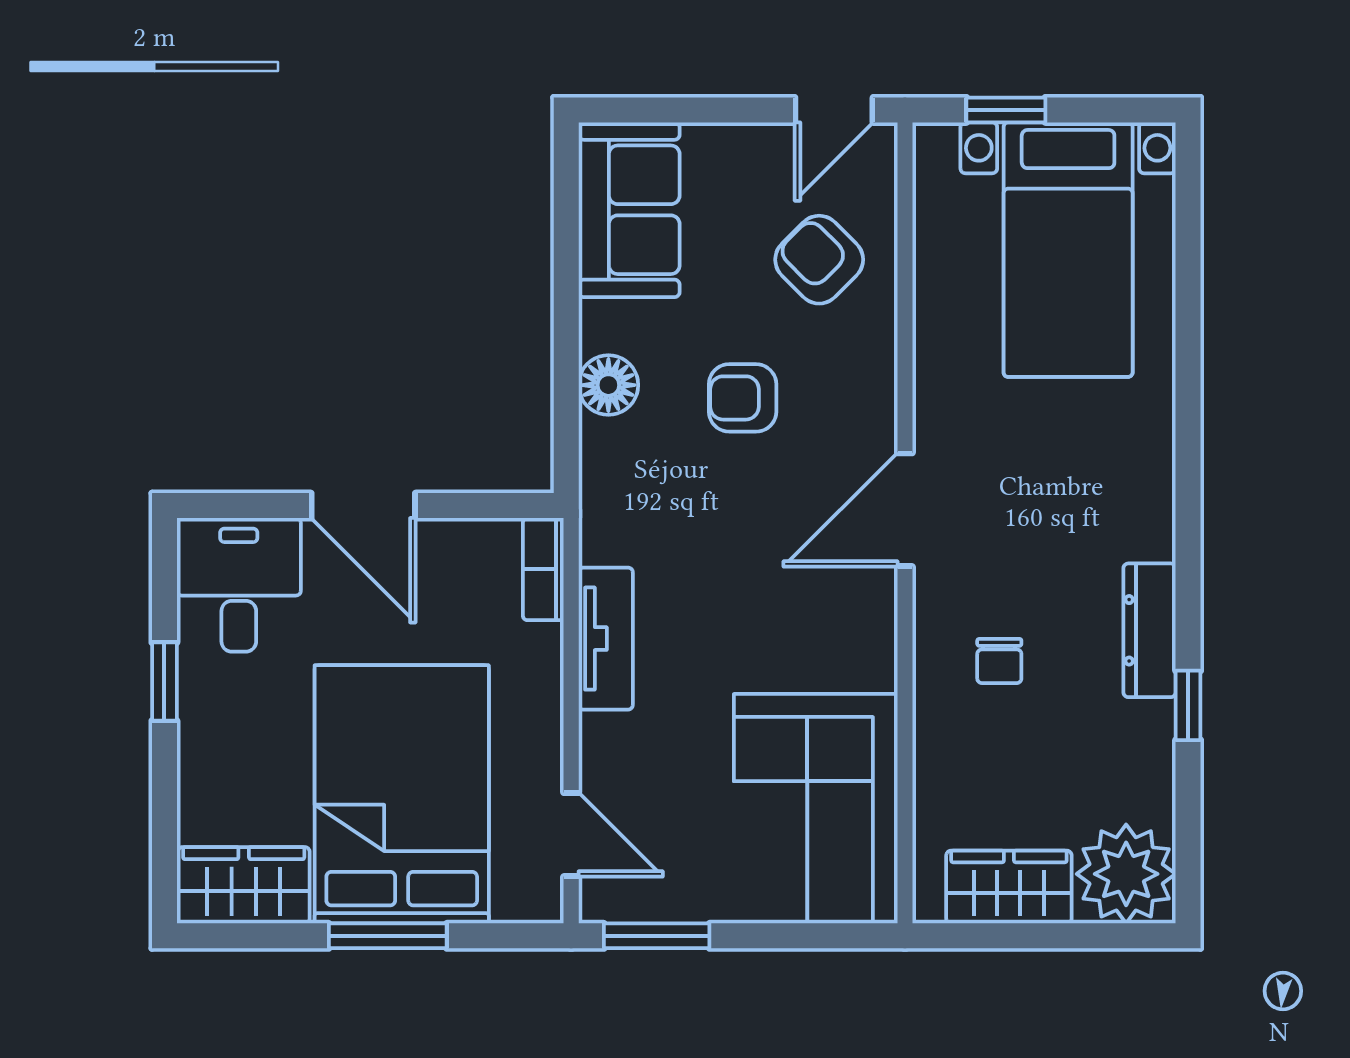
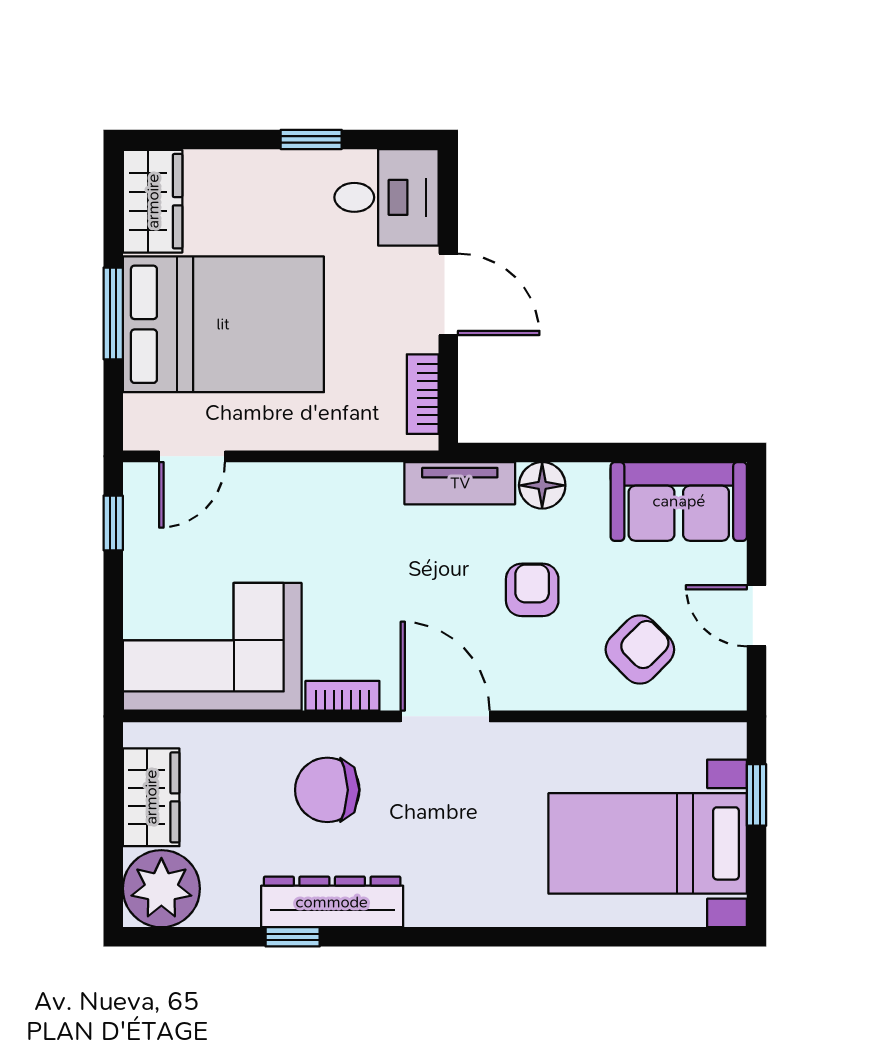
door: (834, 110) -> (756, 616), moved
door: (363, 506) -> (448, 294), swing flipped
bookcase: (543, 569) -> (423, 394), moved, turned -90
dresser: (1150, 630) -> (332, 902), width x1.37, depth x1.24
tv unit: (606, 639) -> (460, 483), moved
bookcase: (878, 642) -> (342, 696), added
chair: (999, 661) -> (327, 790), width x1.87, depth x1.87
window: (657, 936) -> (113, 523), width x0.67

